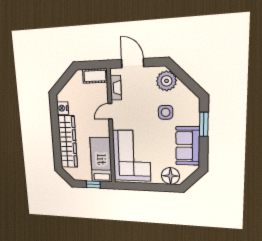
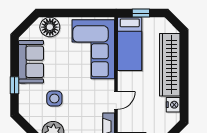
window: (204, 124) -> (14, 85), width x0.67

